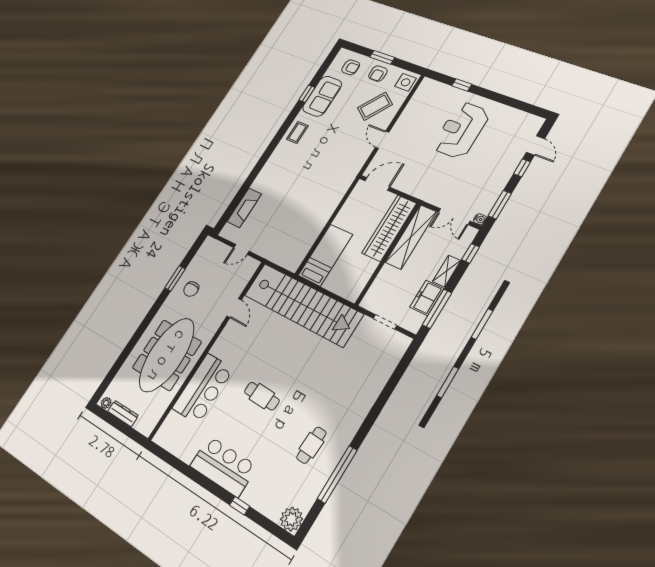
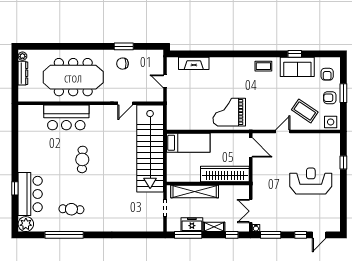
grand piano: (322, 191) -> (229, 112), added
shelving: (411, 237) -> (195, 191), moved
bar counter: (223, 466) -> (30, 194), moved

